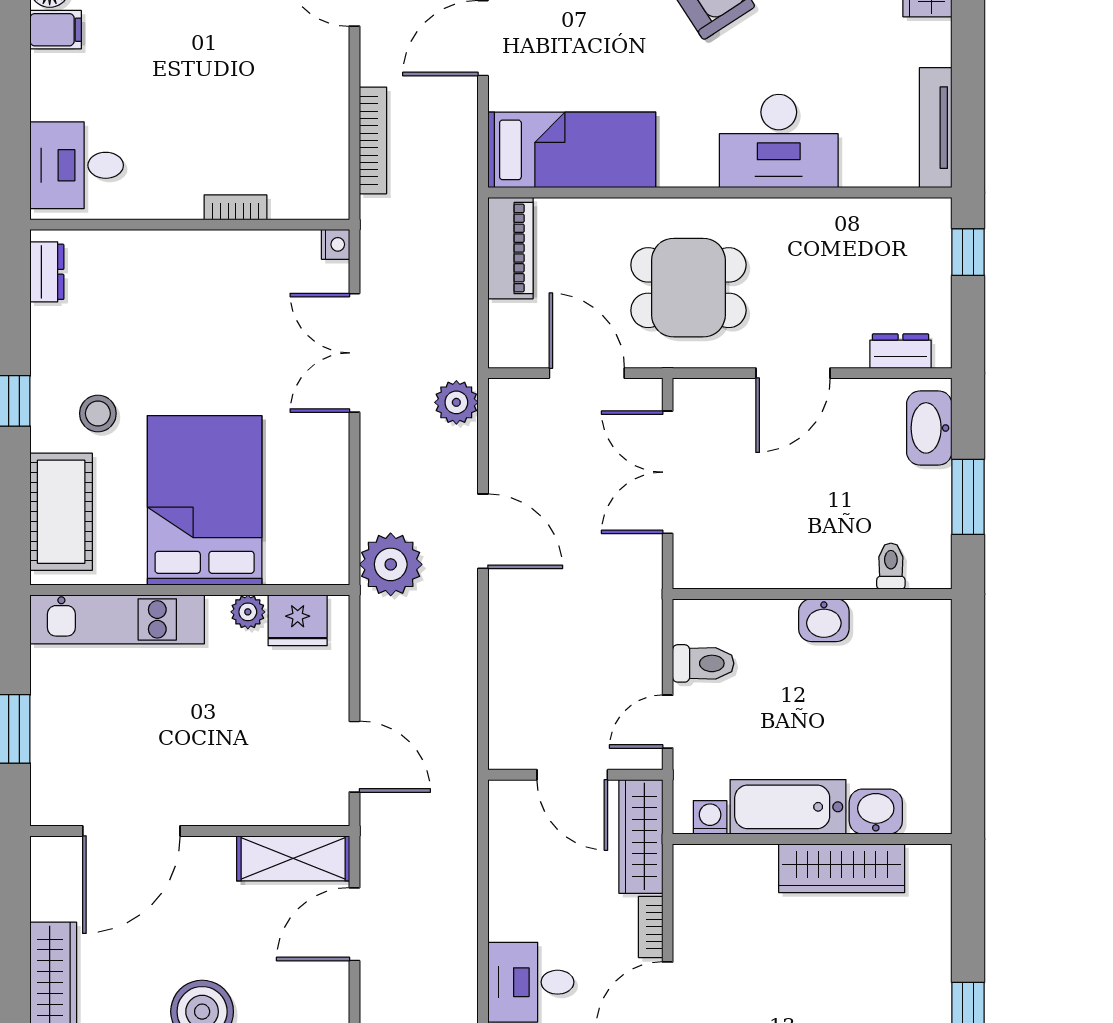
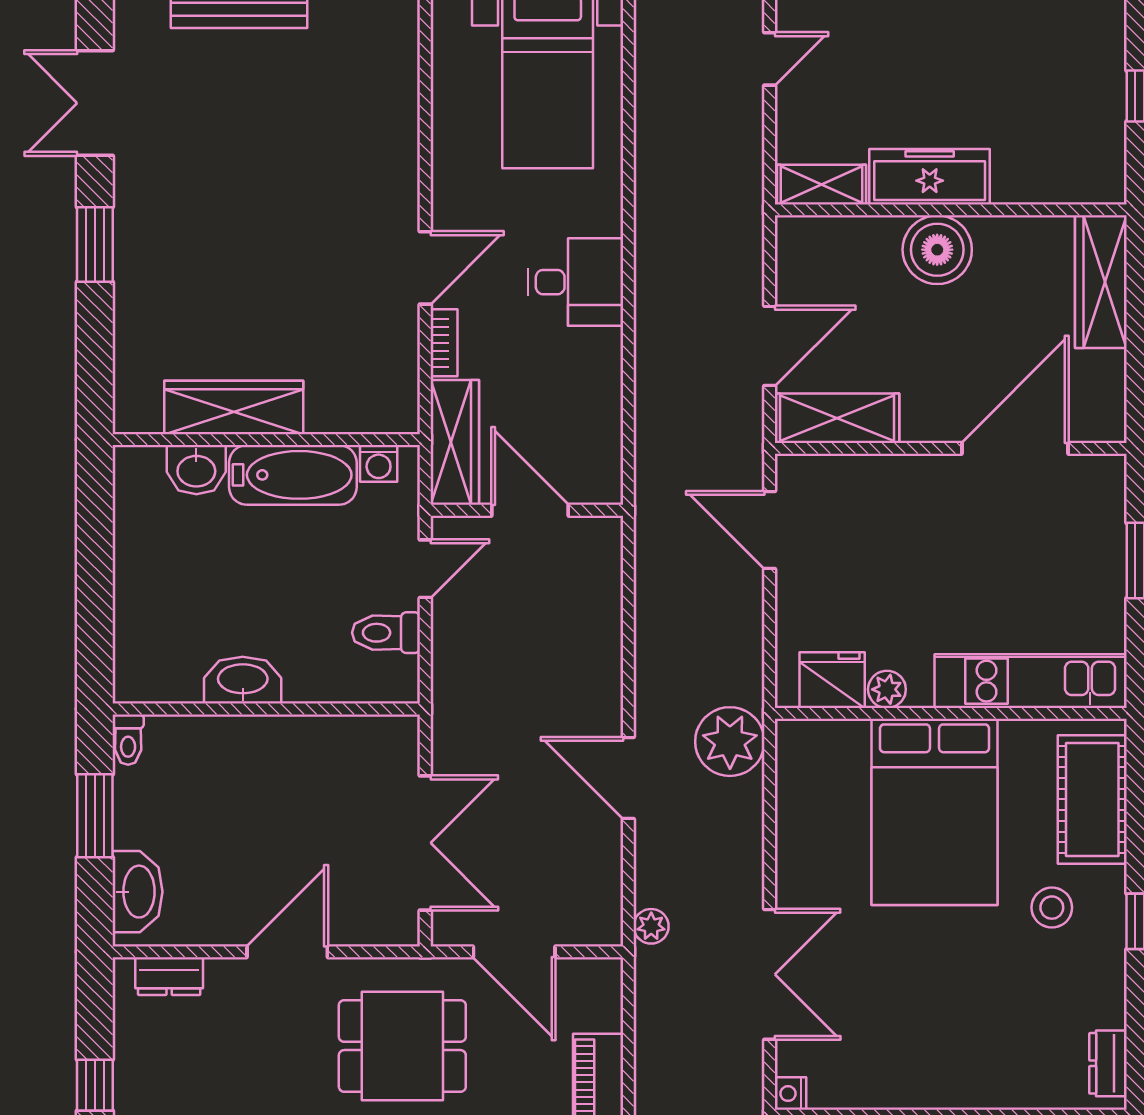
plant: (456, 402) -> (651, 926), width x0.73, depth x0.73
toilet: (891, 566) -> (128, 740), moved
washbasin: (824, 620) -> (243, 680), width x1.38

